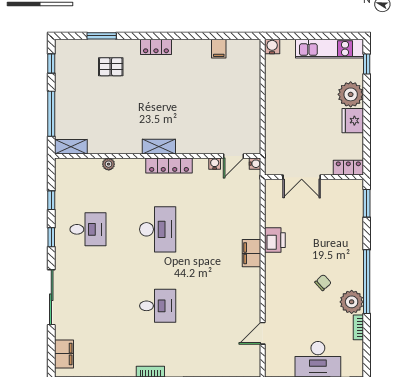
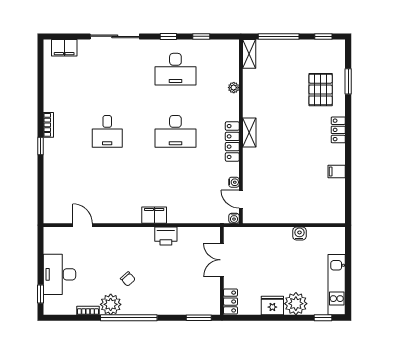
water cooler: (272, 47) -> (299, 233), moved, turned -90
filing cabinet: (219, 49) -> (337, 171), moved
pallet: (111, 67) -> (321, 90), width x1.50, depth x1.42
desk: (88, 229) -> (175, 69), width x1.37

